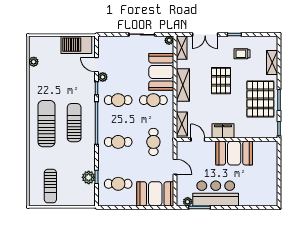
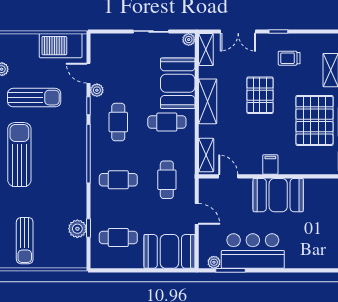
cafe table: (118, 100) -> (118, 122), turned 90
sun lounger: (74, 123) -> (34, 98), moved, turned 90
filing cabinet: (223, 131) -> (270, 165), width x0.50

